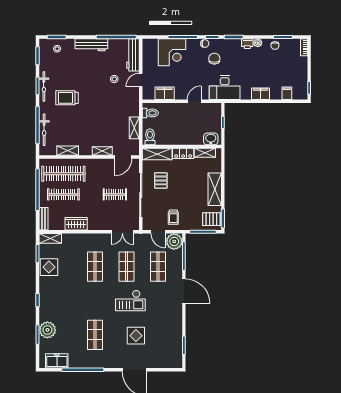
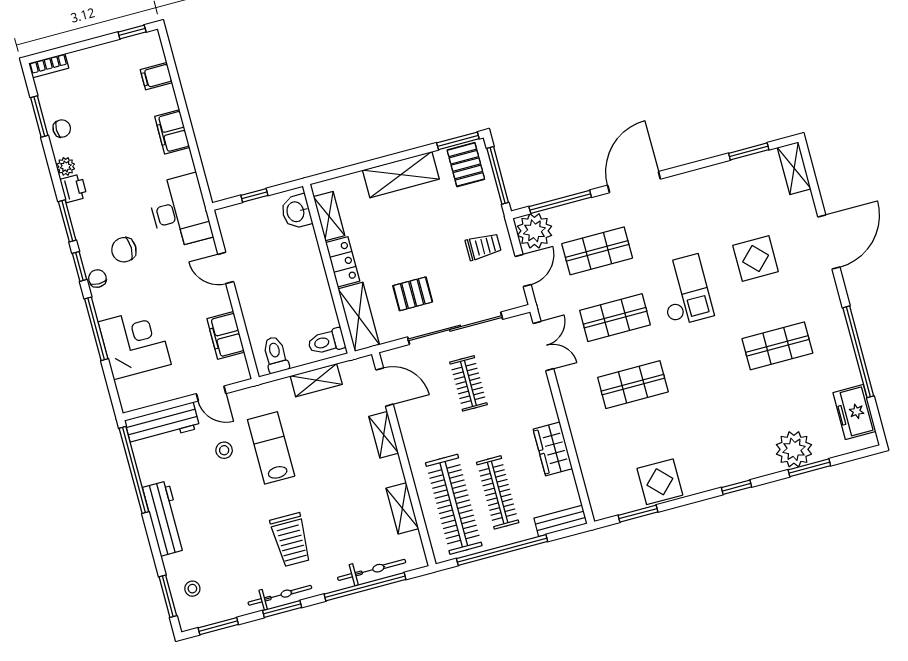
lab bench: (110, 100) -> (271, 448), added
shelving: (50, 238) -> (794, 168), moved

